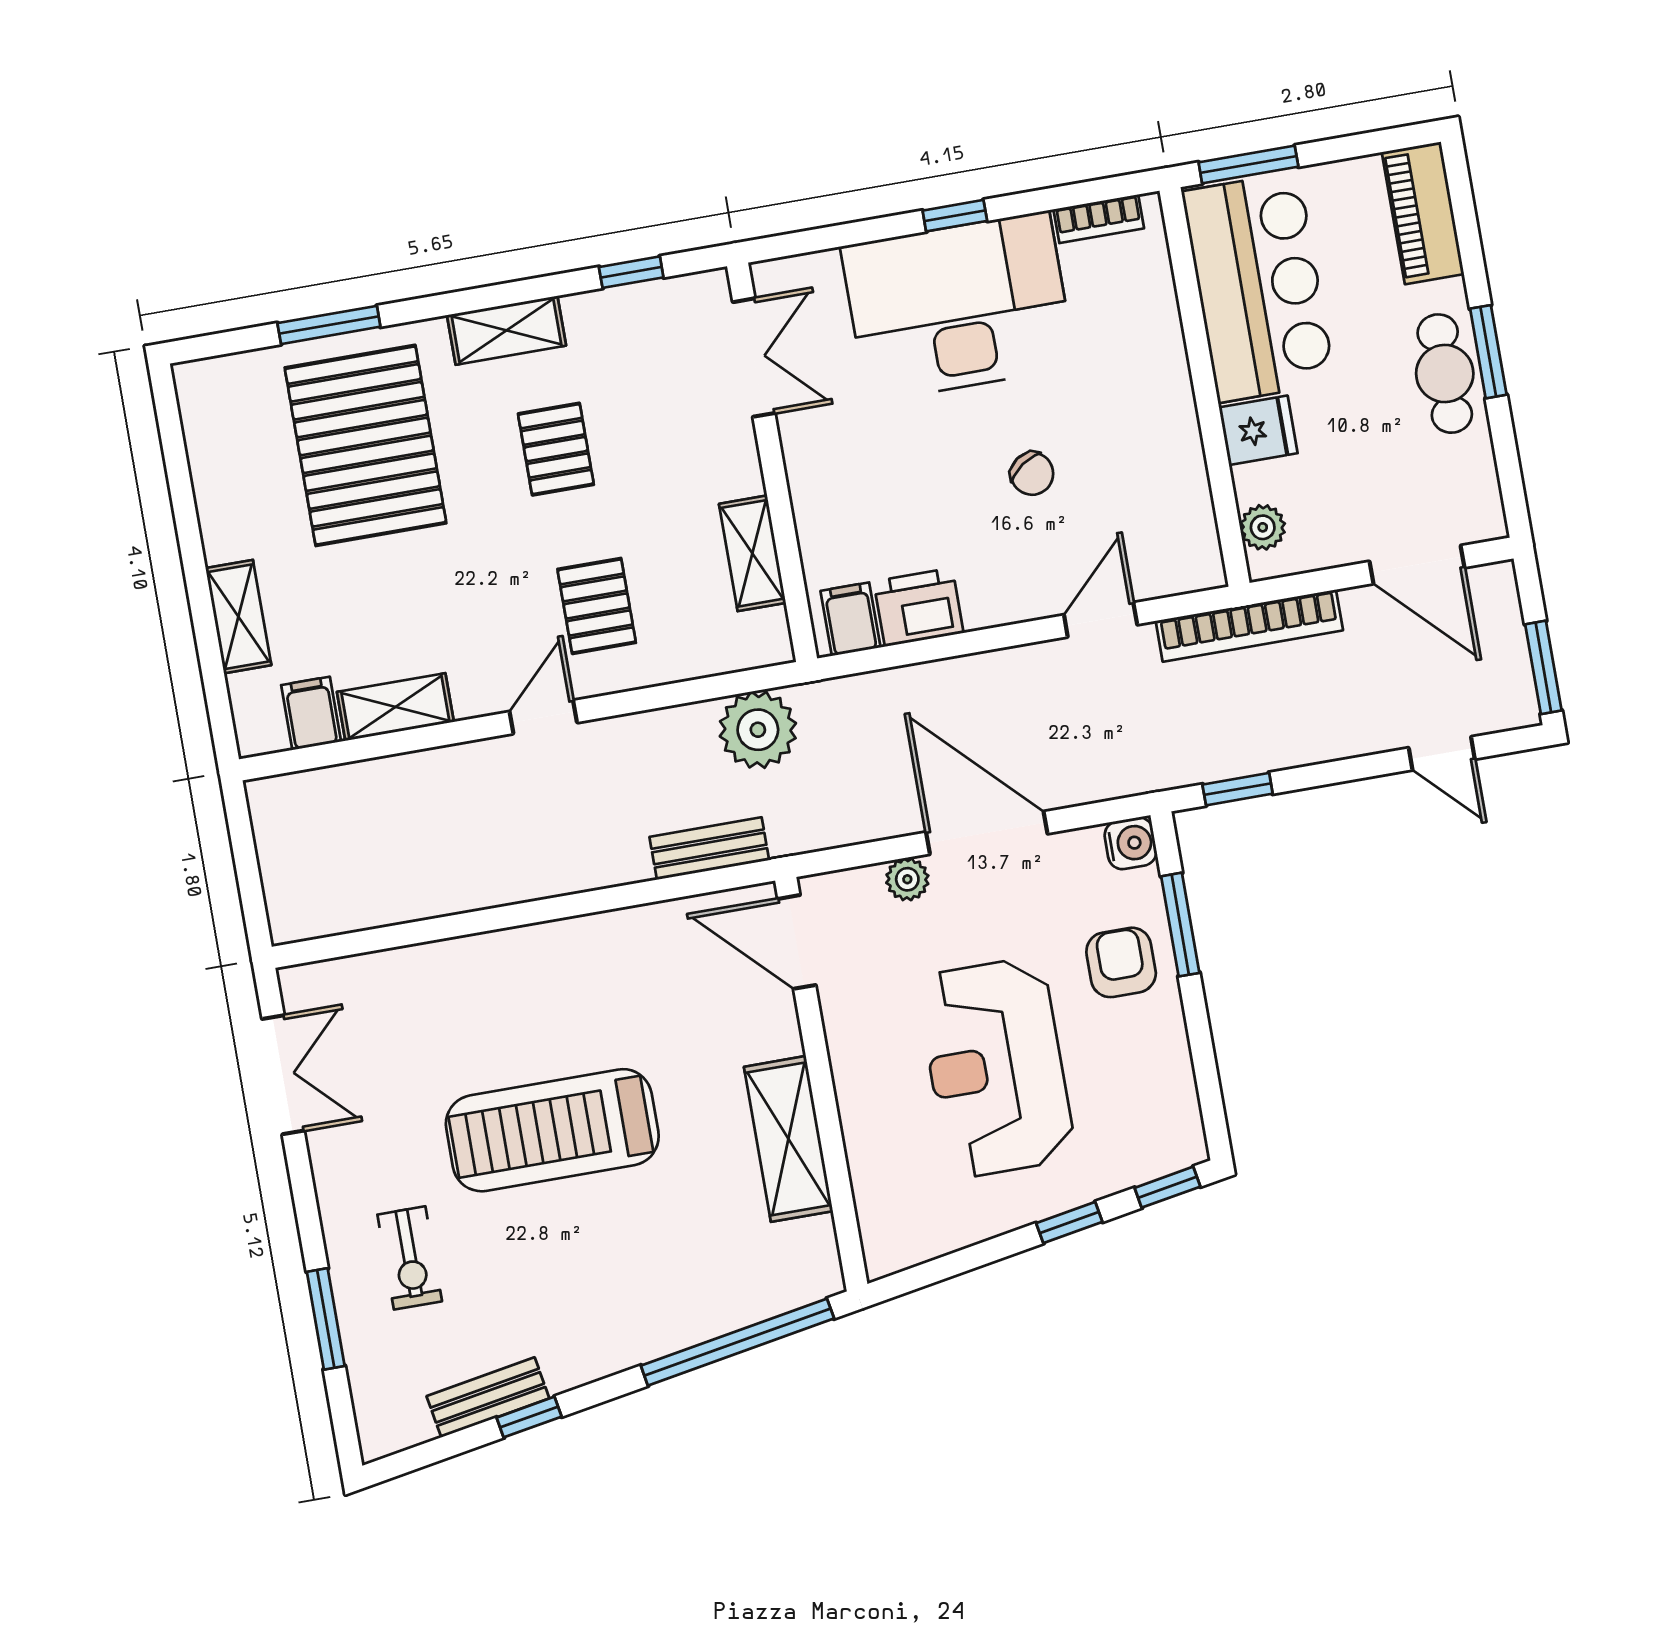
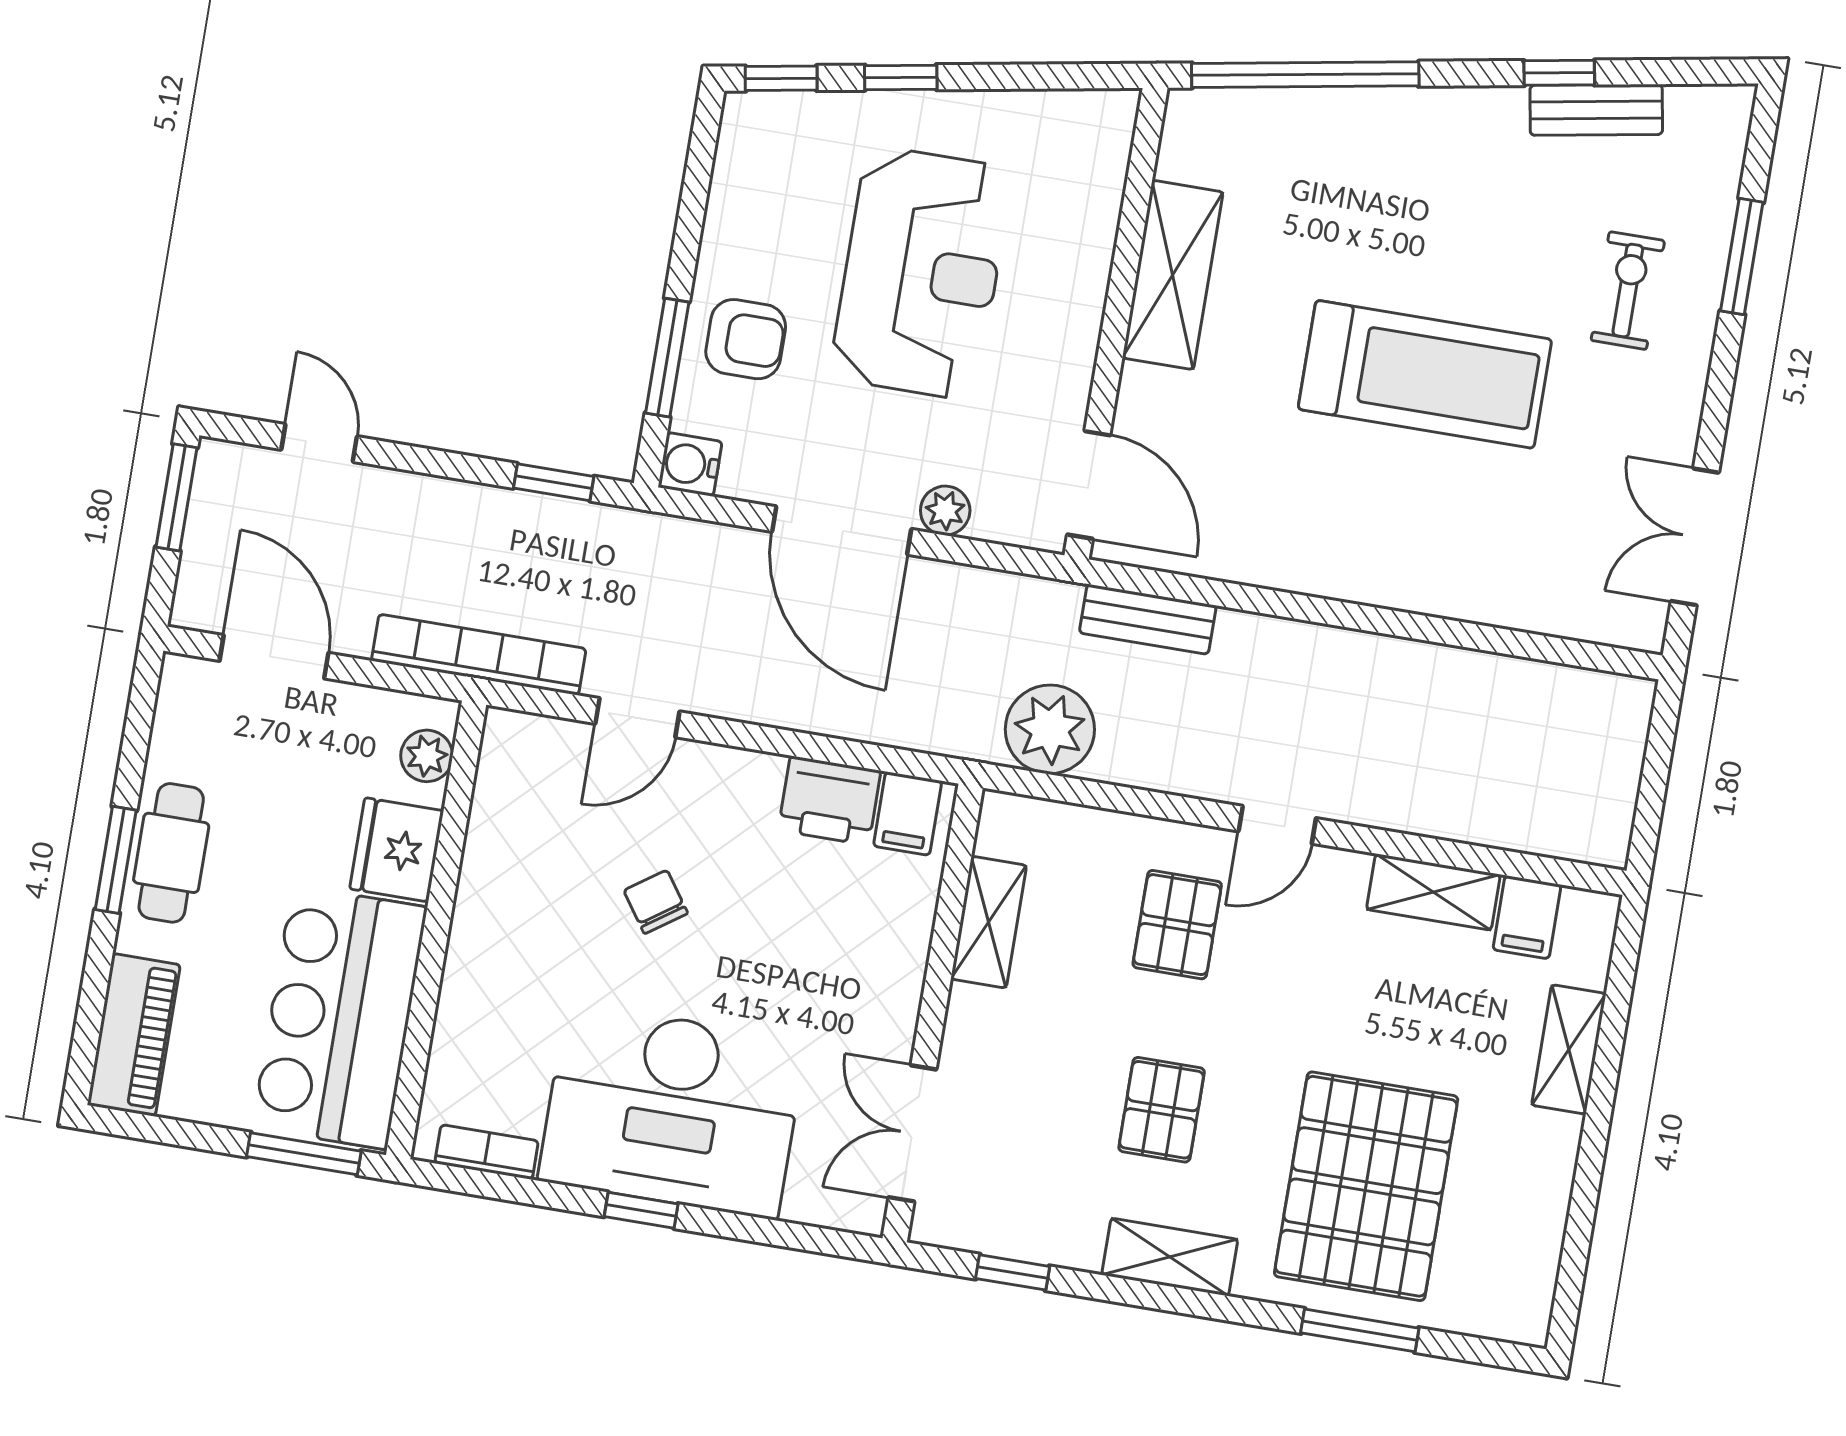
fridge: (1258, 430) -> (397, 850), width x1.38
armchair: (1121, 962) -> (746, 339), turned -90

